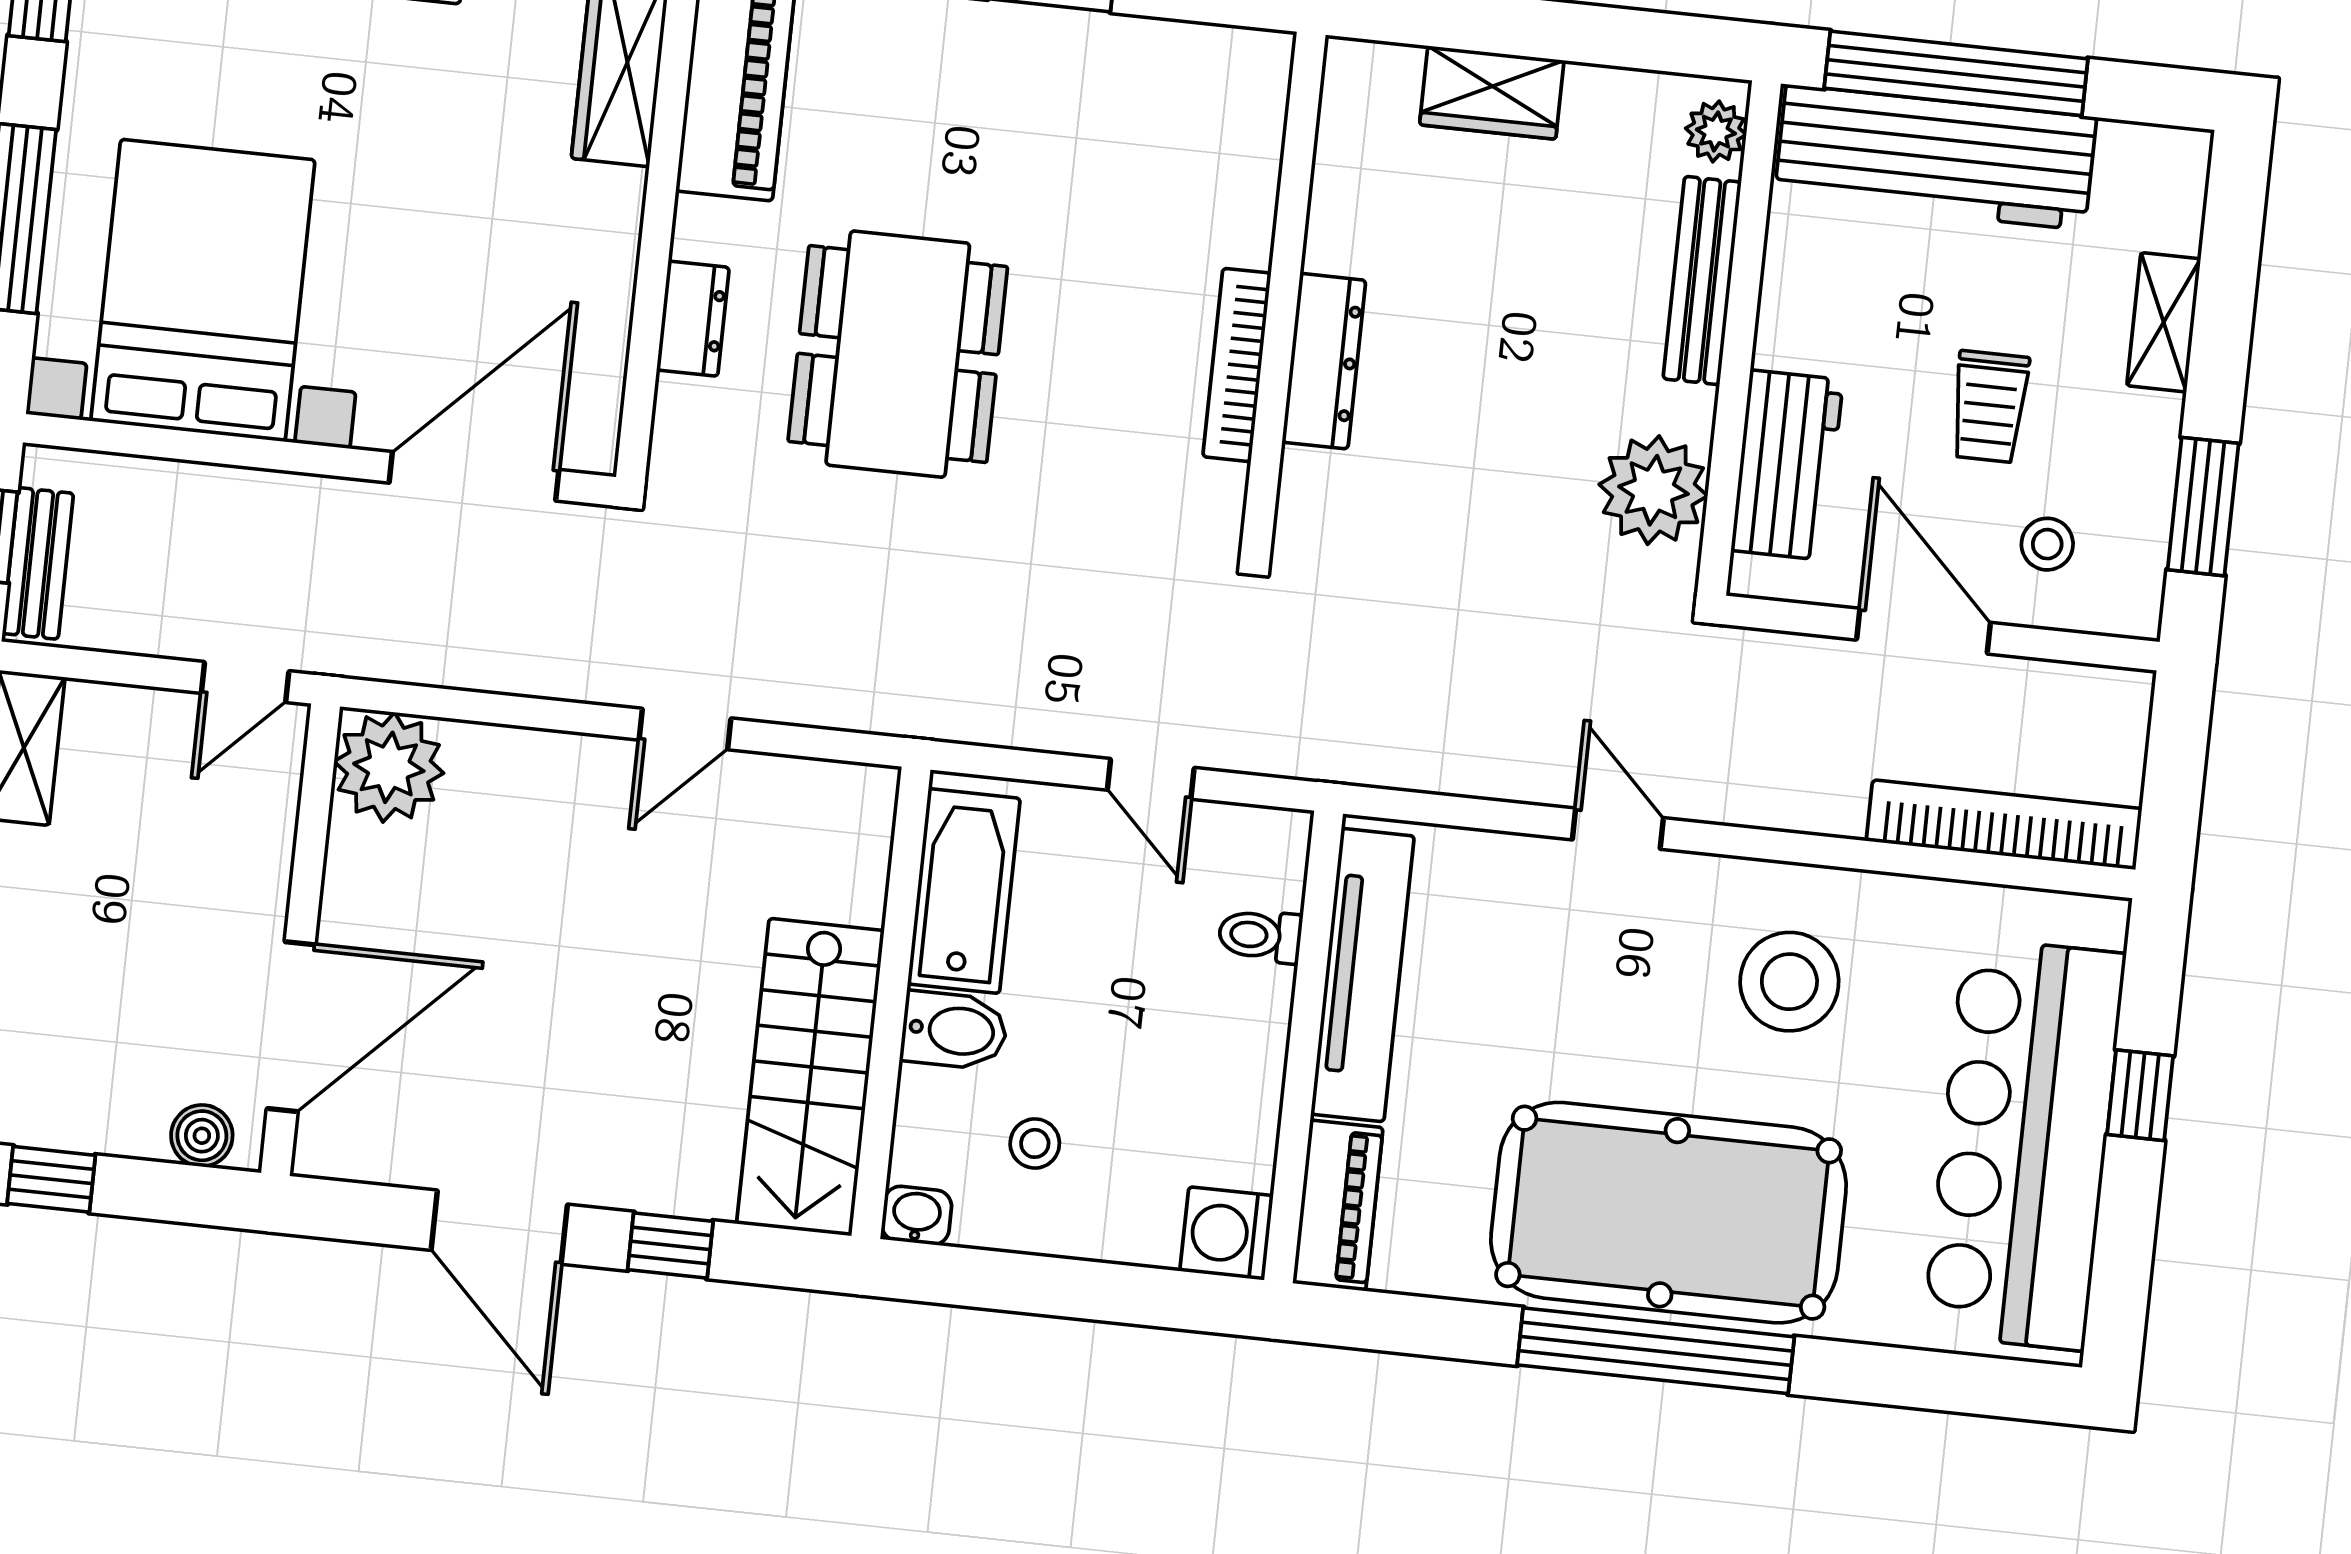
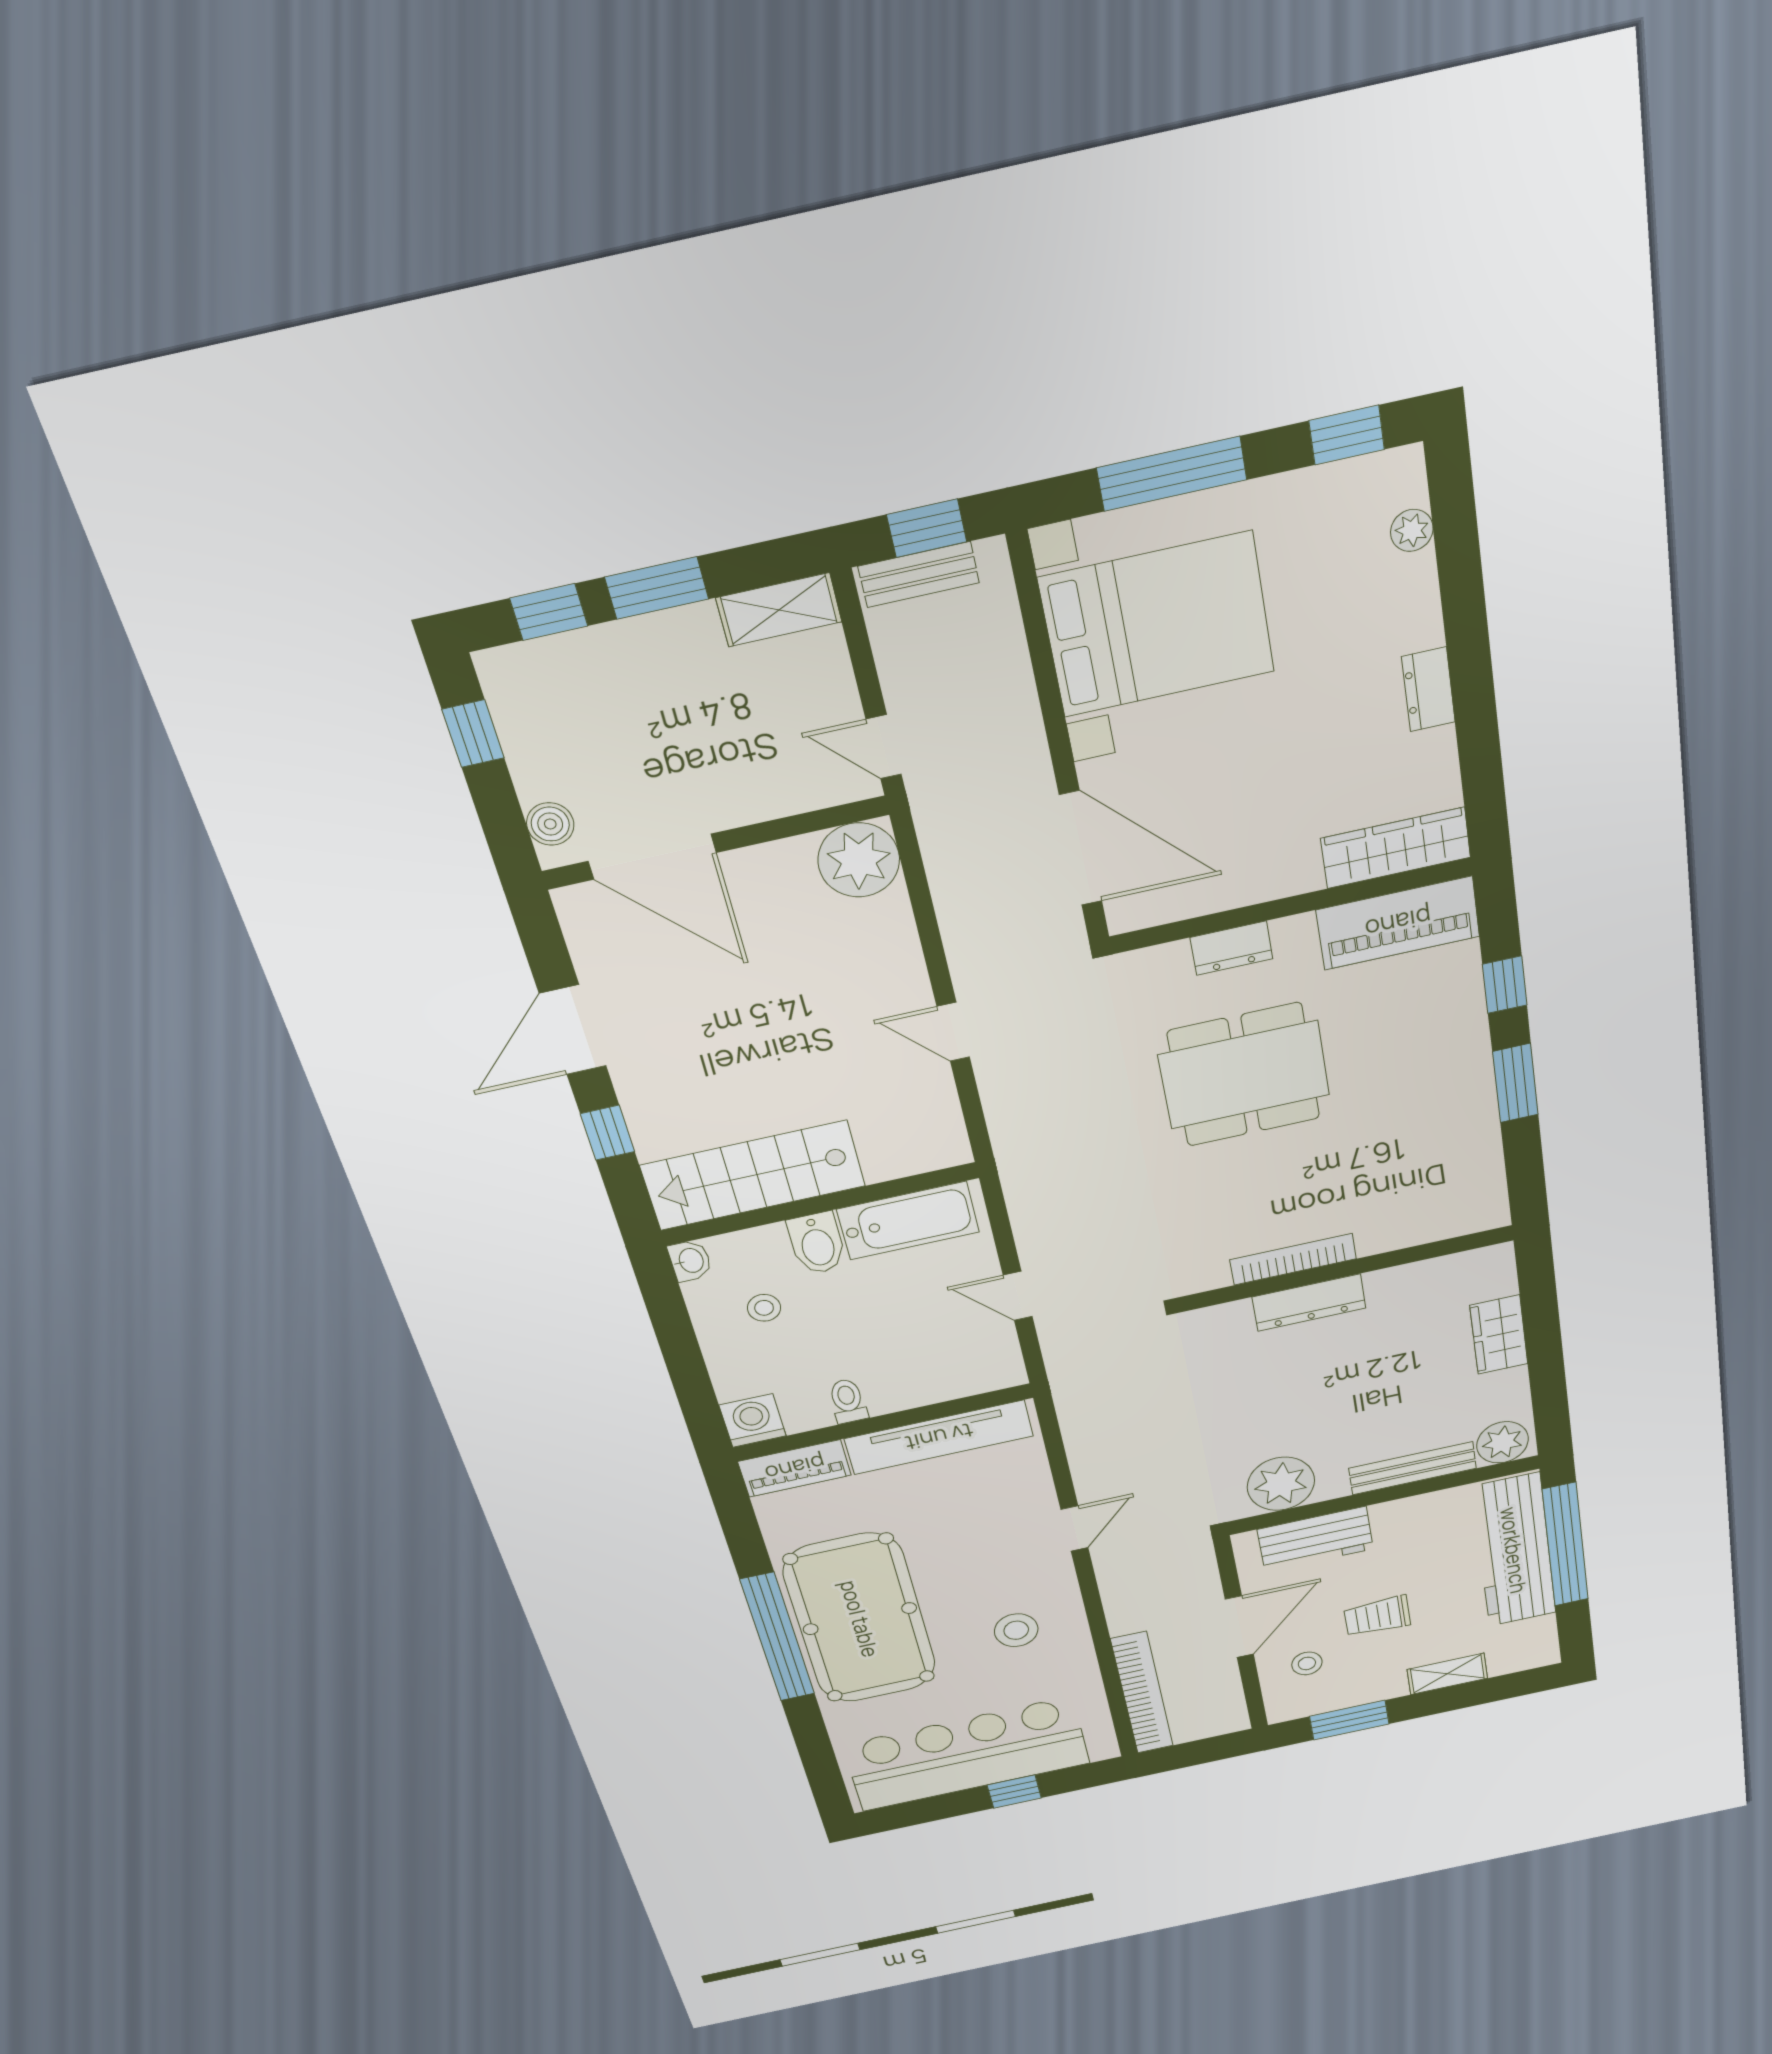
plant: (1716, 131) -> (1502, 1442), width x1.38, depth x1.38
door: (1151, 779) -> (1018, 1296), hinge flipped
toilet: (1260, 936) -> (848, 1401), moved
stool: (1789, 982) -> (1016, 1630), width x0.73, depth x0.73

